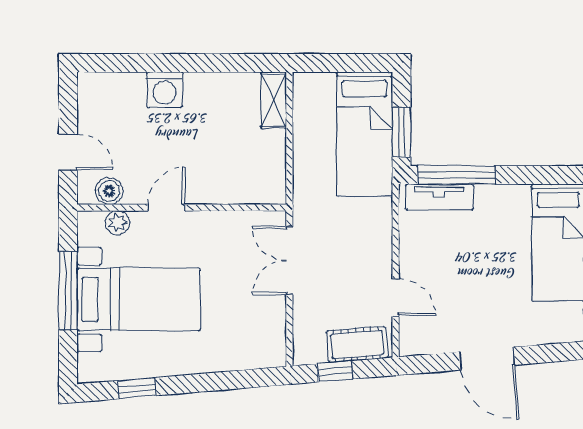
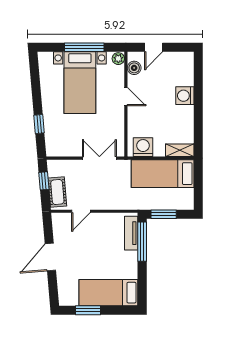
bed: (365, 134) -> (163, 174), moved
washing machine: (267, 173) -> (143, 147), added
plant: (117, 223) -> (118, 59), moved
window: (137, 388) -> (39, 124), moved

